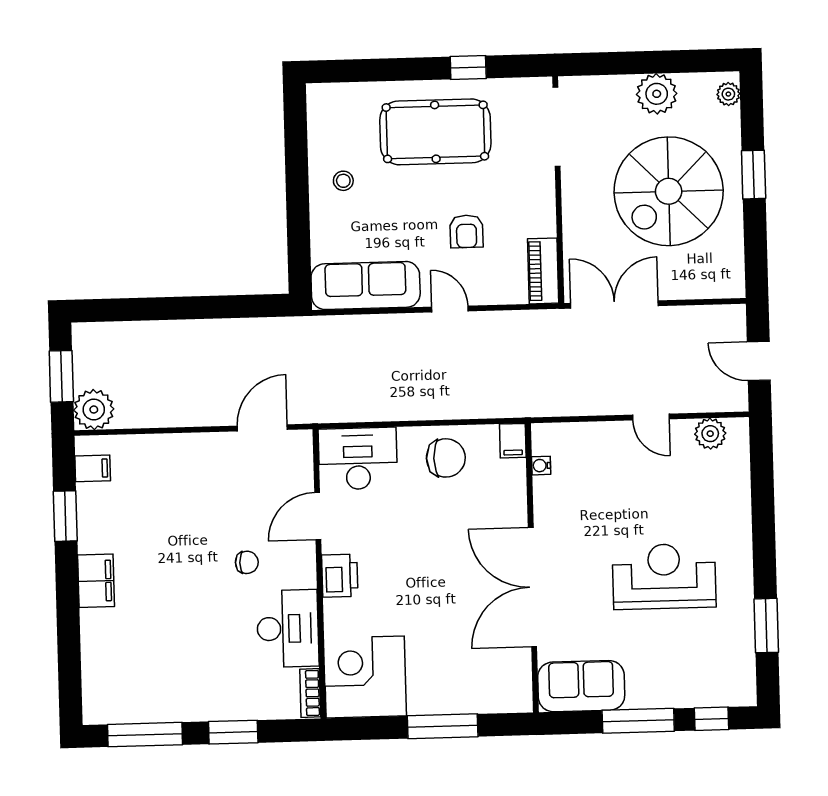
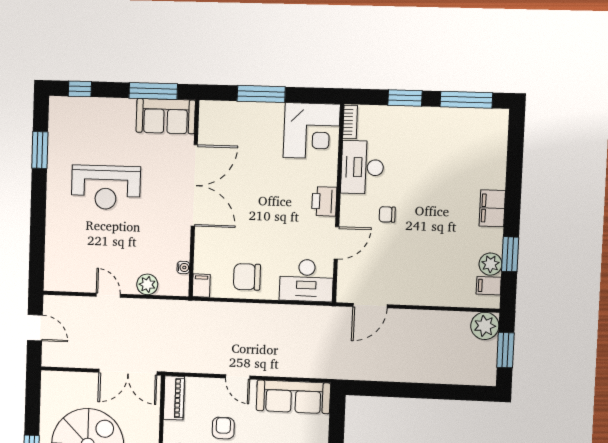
plant: (710, 434) -> (147, 284), moved
plant: (92, 500) -> (490, 264), added
window: (638, 721) -> (153, 91), moved

